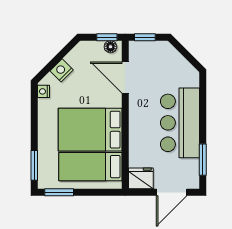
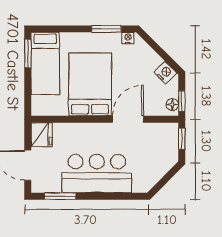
nightstand: (62, 70) -> (165, 73), moved
door: (125, 78) -> (128, 119), moved
window: (34, 165) -> (106, 29), moved
bed: (90, 167) -> (45, 63), moved, turned 180

